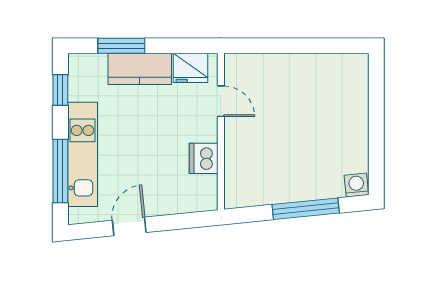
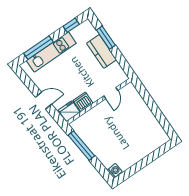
fridge: (190, 68) -> (69, 111), moved, turned 90
window: (306, 209) -> (81, 146), moved
door: (129, 226) -> (44, 101), moved

